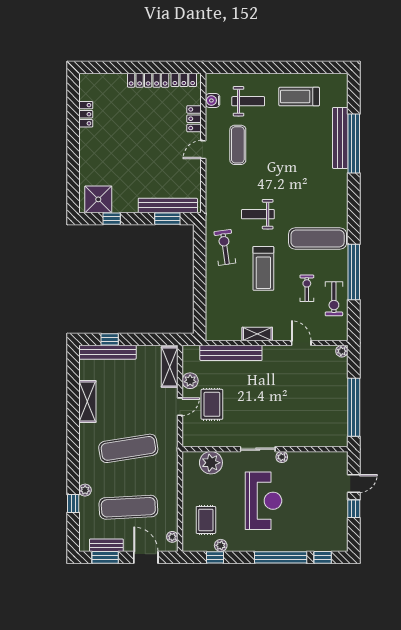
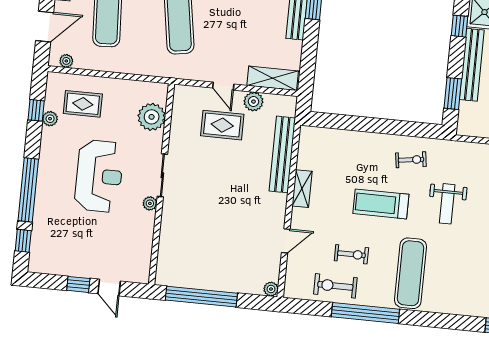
bench: (168, 205) -> (472, 65), moved
weight bench: (258, 214) -> (447, 204), turned 180
exercise bike: (225, 247) -> (411, 160), width x0.73, depth x0.72
reception desk: (264, 501) -> (99, 176), turned -90

